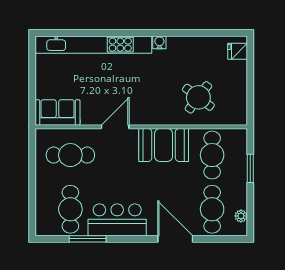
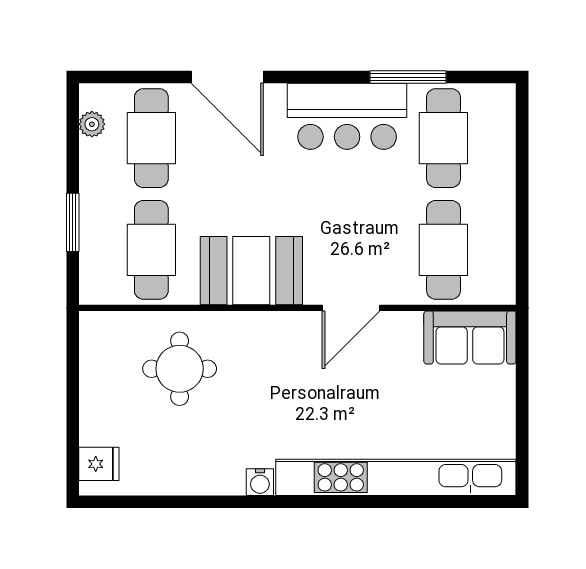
round table: (198, 97) -> (180, 369), turned -37
cafe table: (70, 155) -> (443, 250), turned 90

